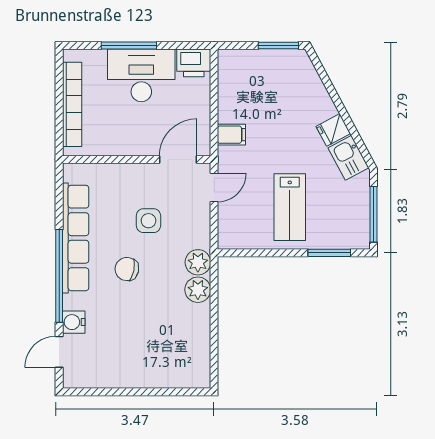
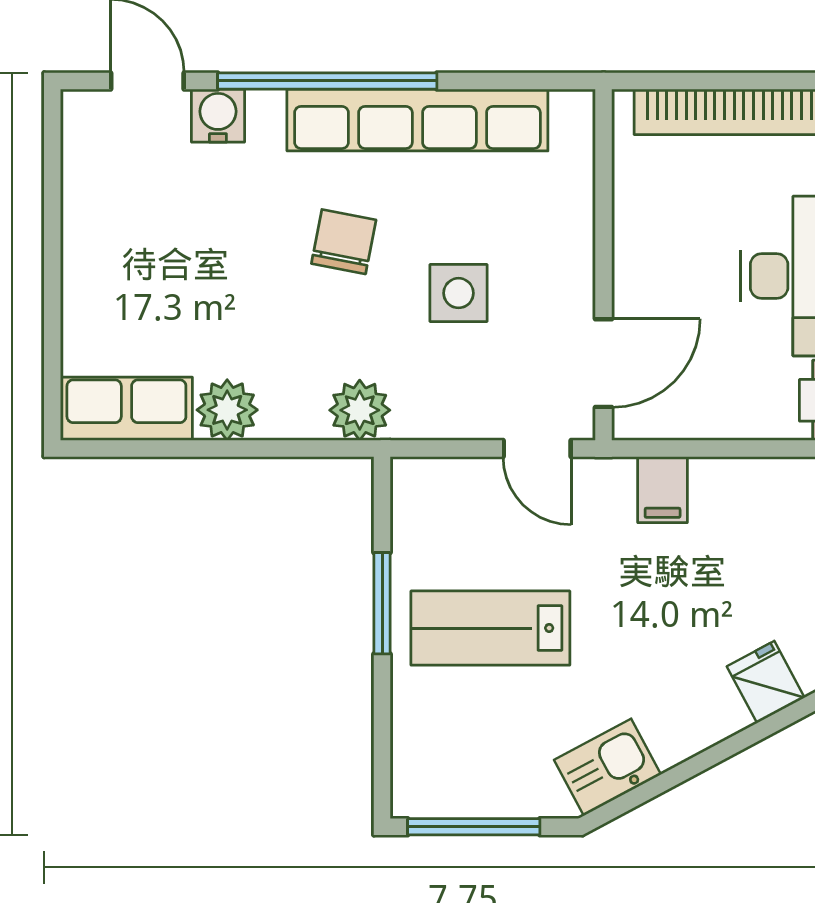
fridge: (333, 130) -> (766, 682), moved
door: (178, 159) -> (604, 363), hinge flipped
window: (329, 253) -> (382, 603), moved
plant: (198, 290) -> (227, 410), moved
row of seats: (197, 361) -> (126, 409), added

